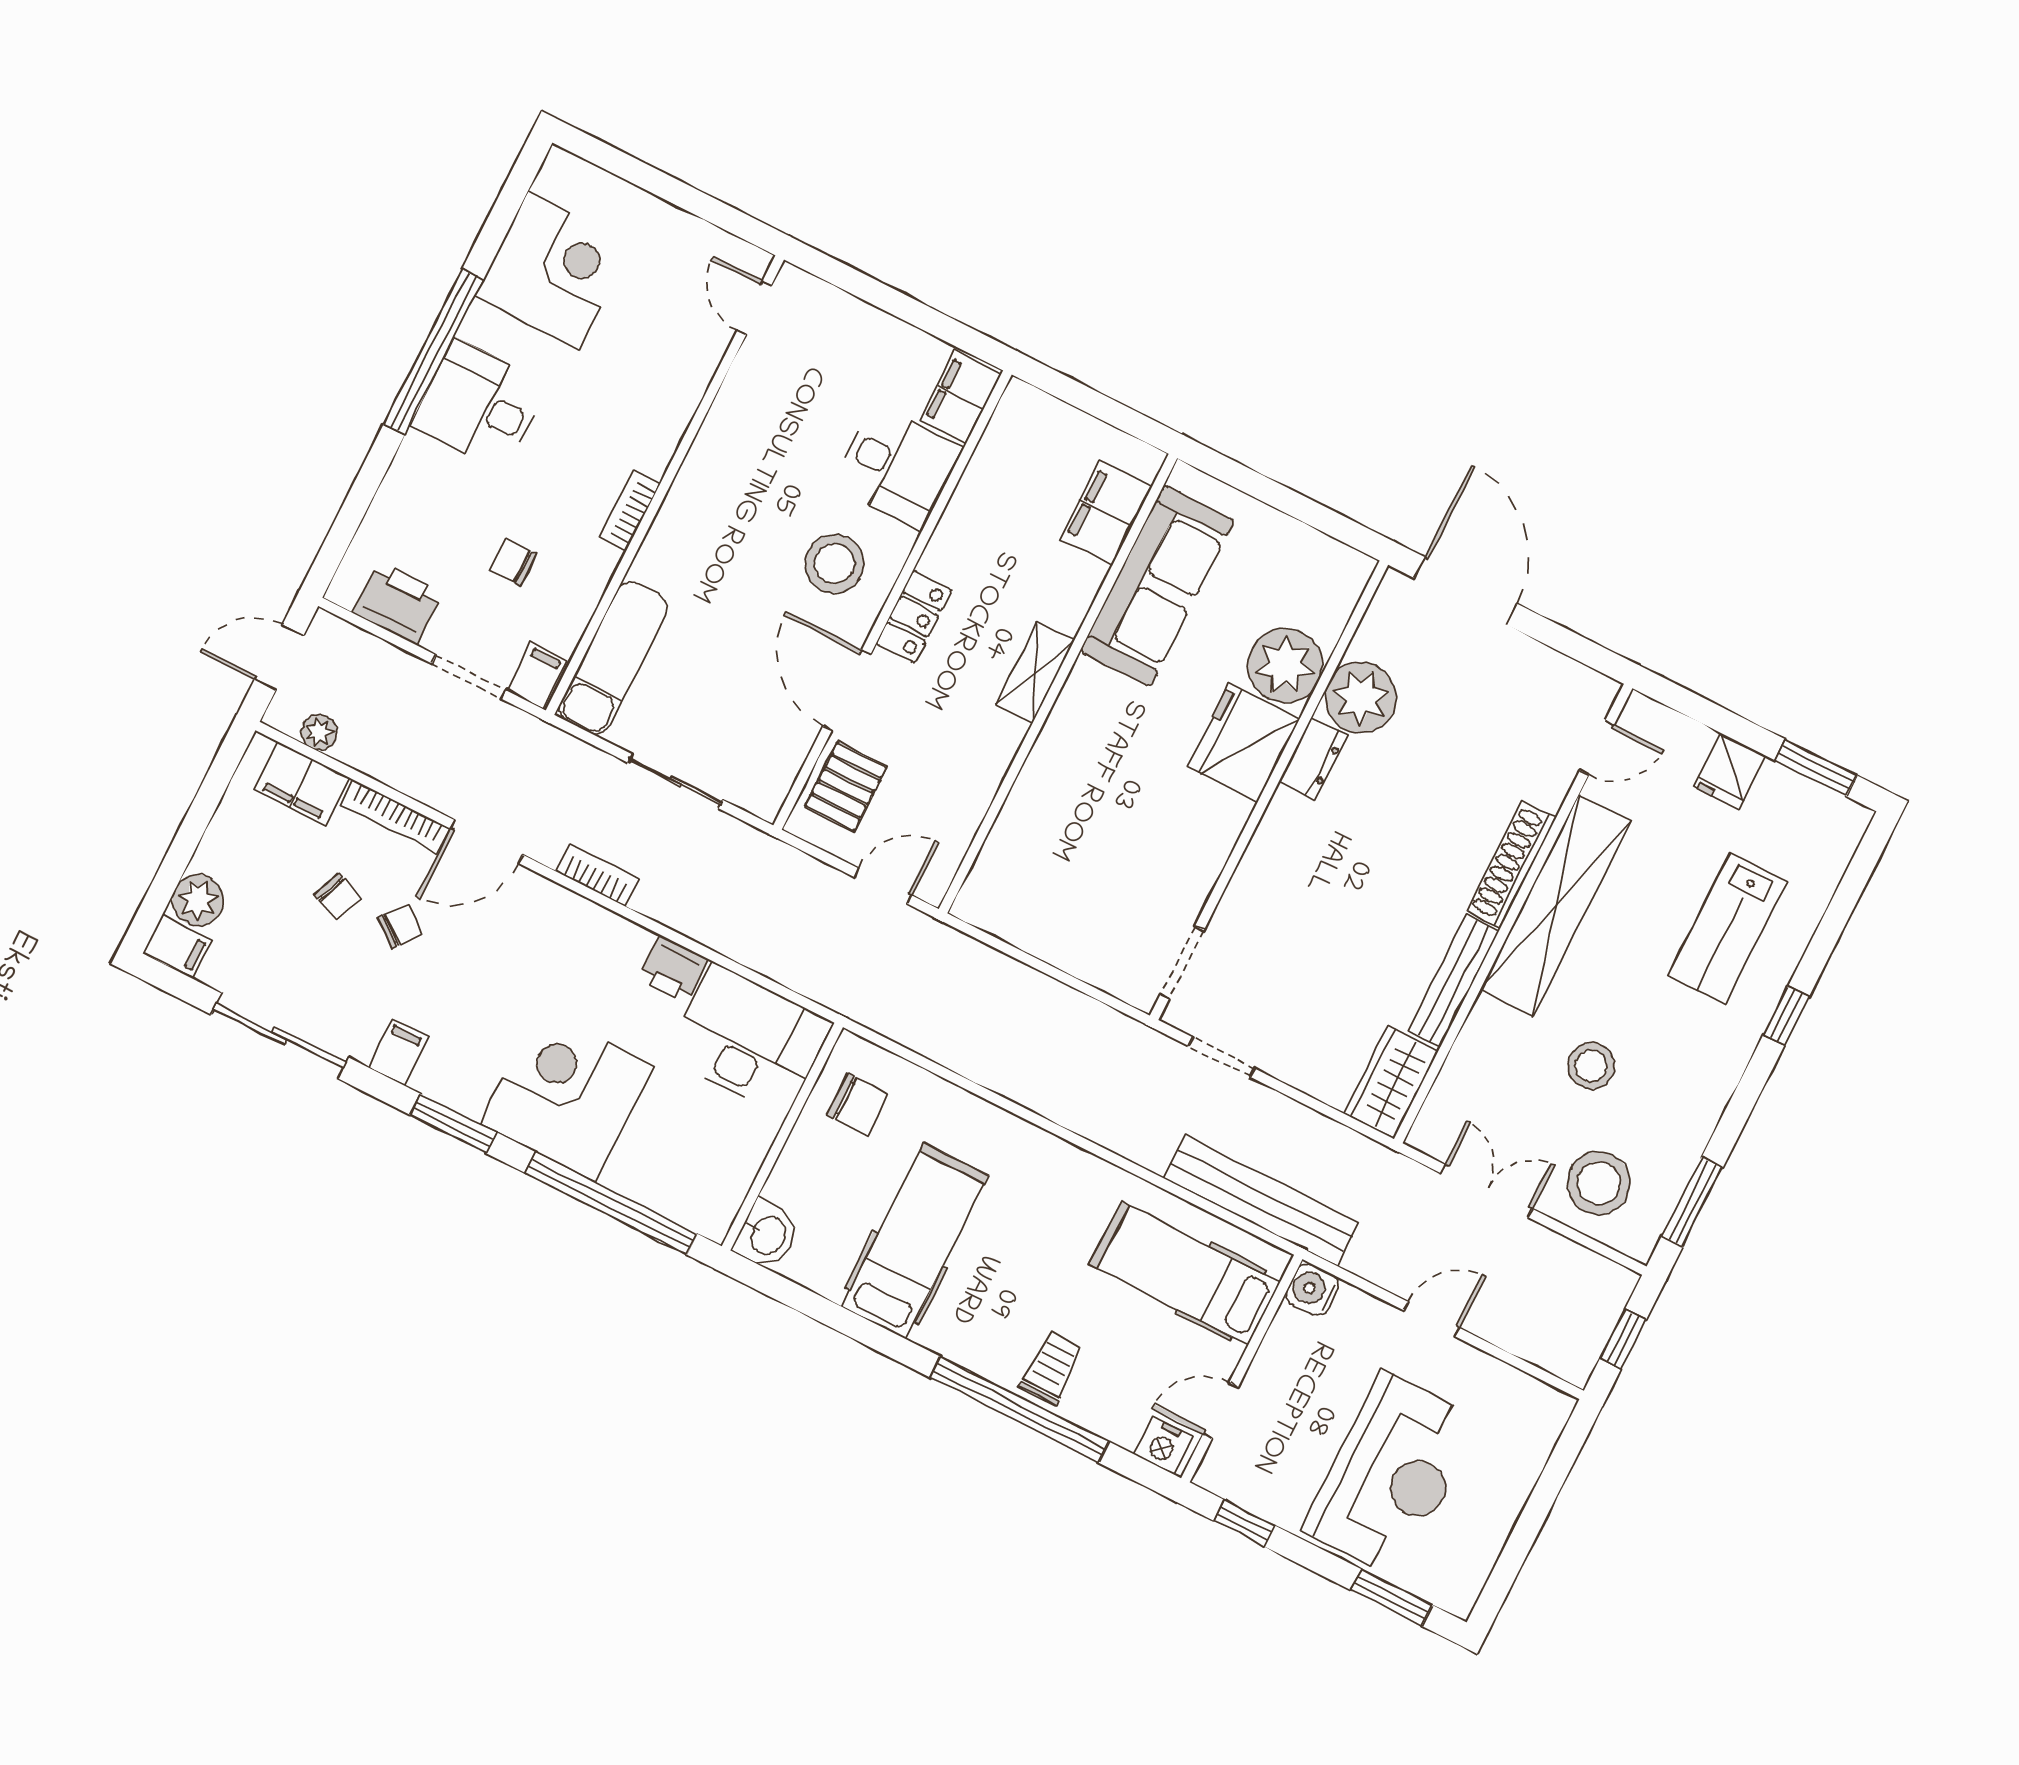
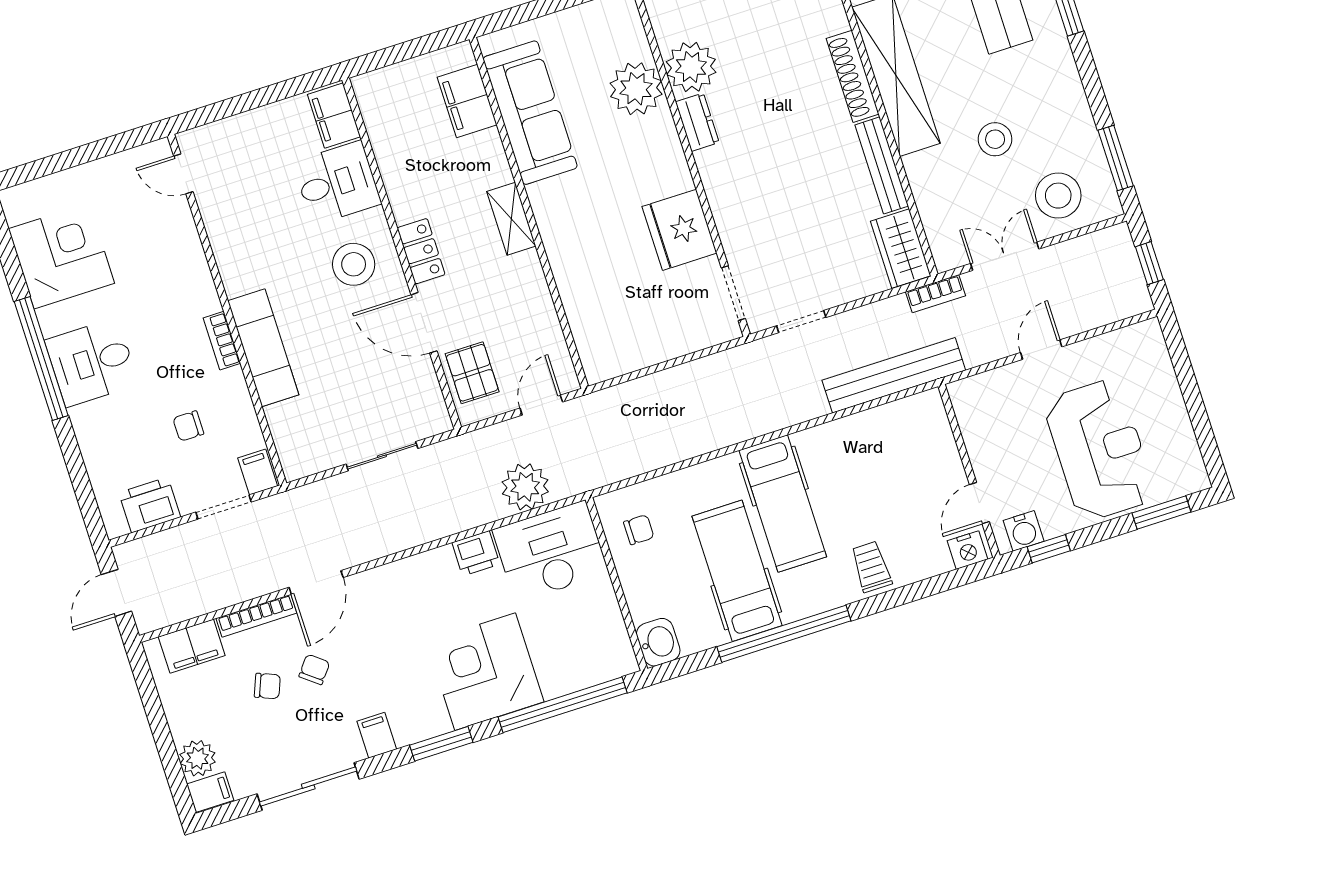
exam couch: (613, 658) -> (263, 348), moved
plant: (319, 732) -> (525, 487), moved, width x1.88, depth x1.88
fridge: (1243, 743) -> (679, 230), moved
bookcase: (597, 875) -> (936, 294), moved, turned 180
chair: (858, 1105) -> (639, 530), width x0.73, depth x0.73
hospital bed: (1185, 1273) -> (783, 504), moved, turned -90
water cooler: (1312, 1289) -> (1024, 531), moved, turned -90
window: (1019, 1410) -> (784, 634), moved

